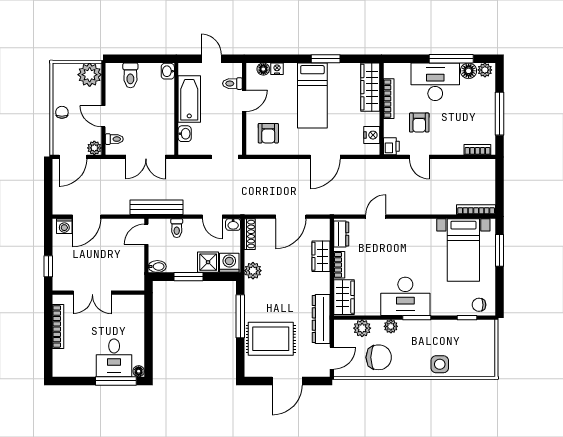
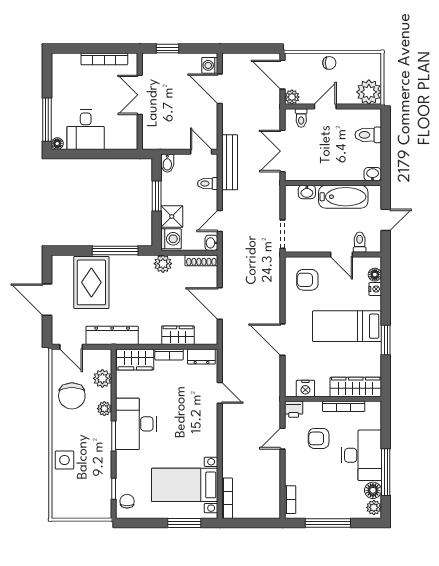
desk: (114, 358) -> (86, 130), moved, turned -90

